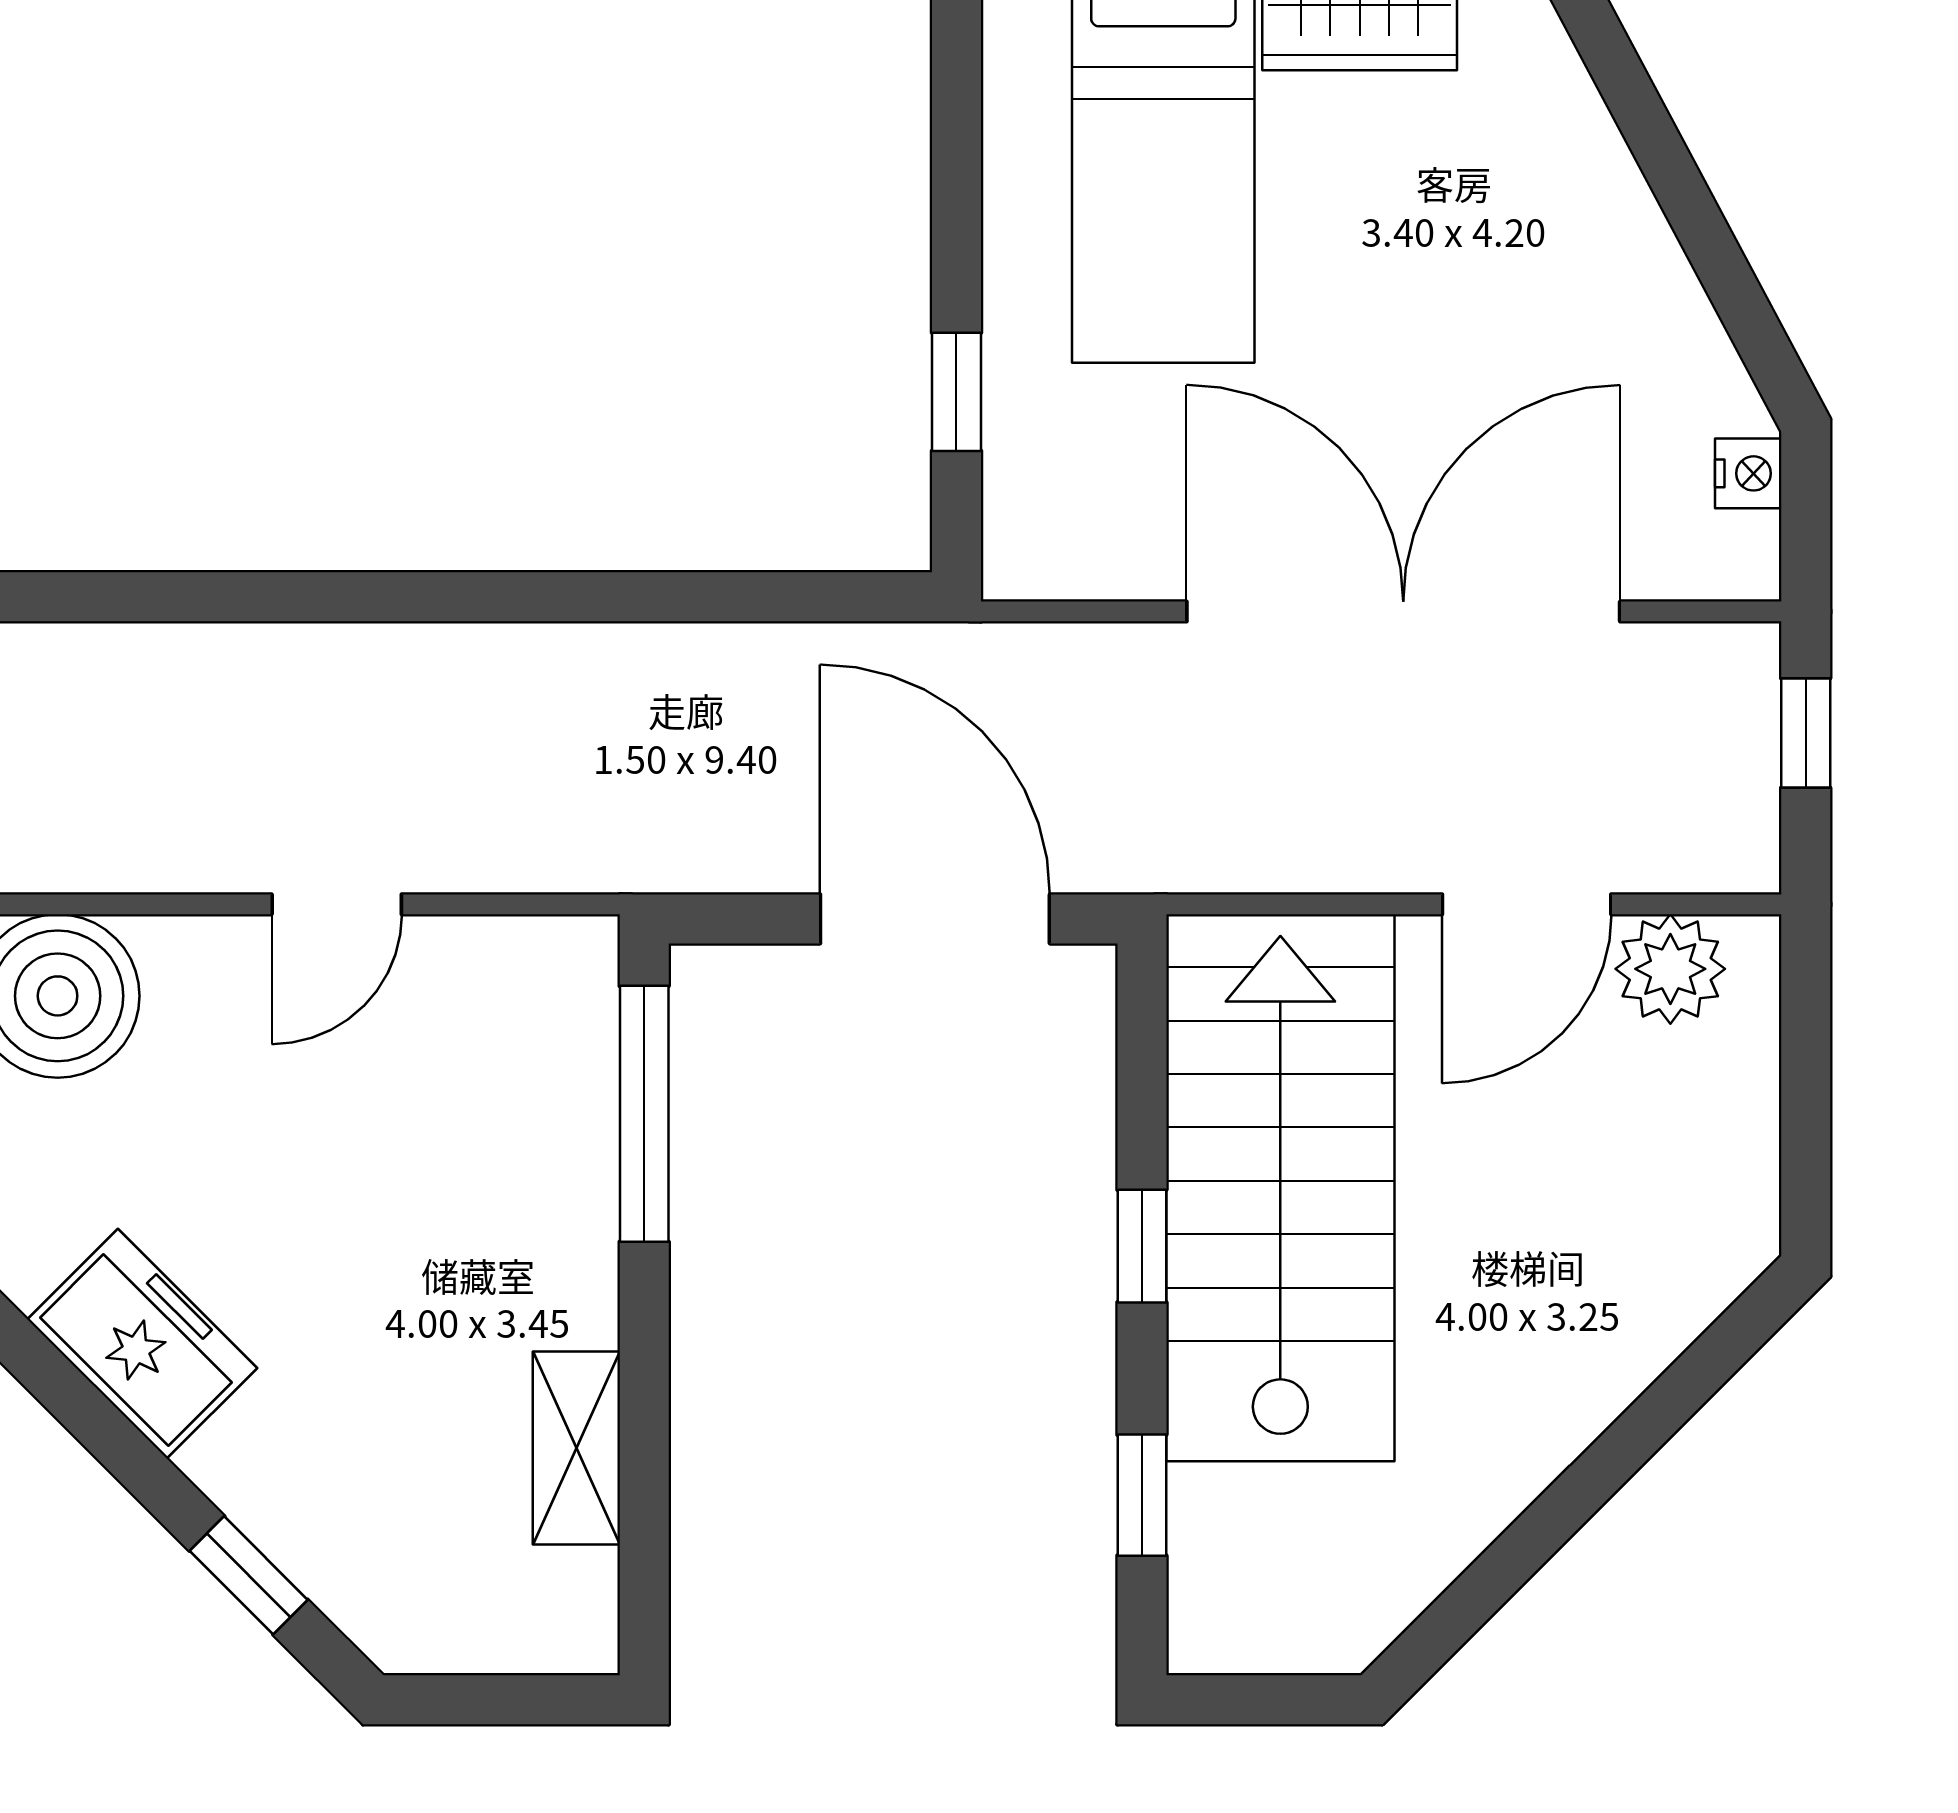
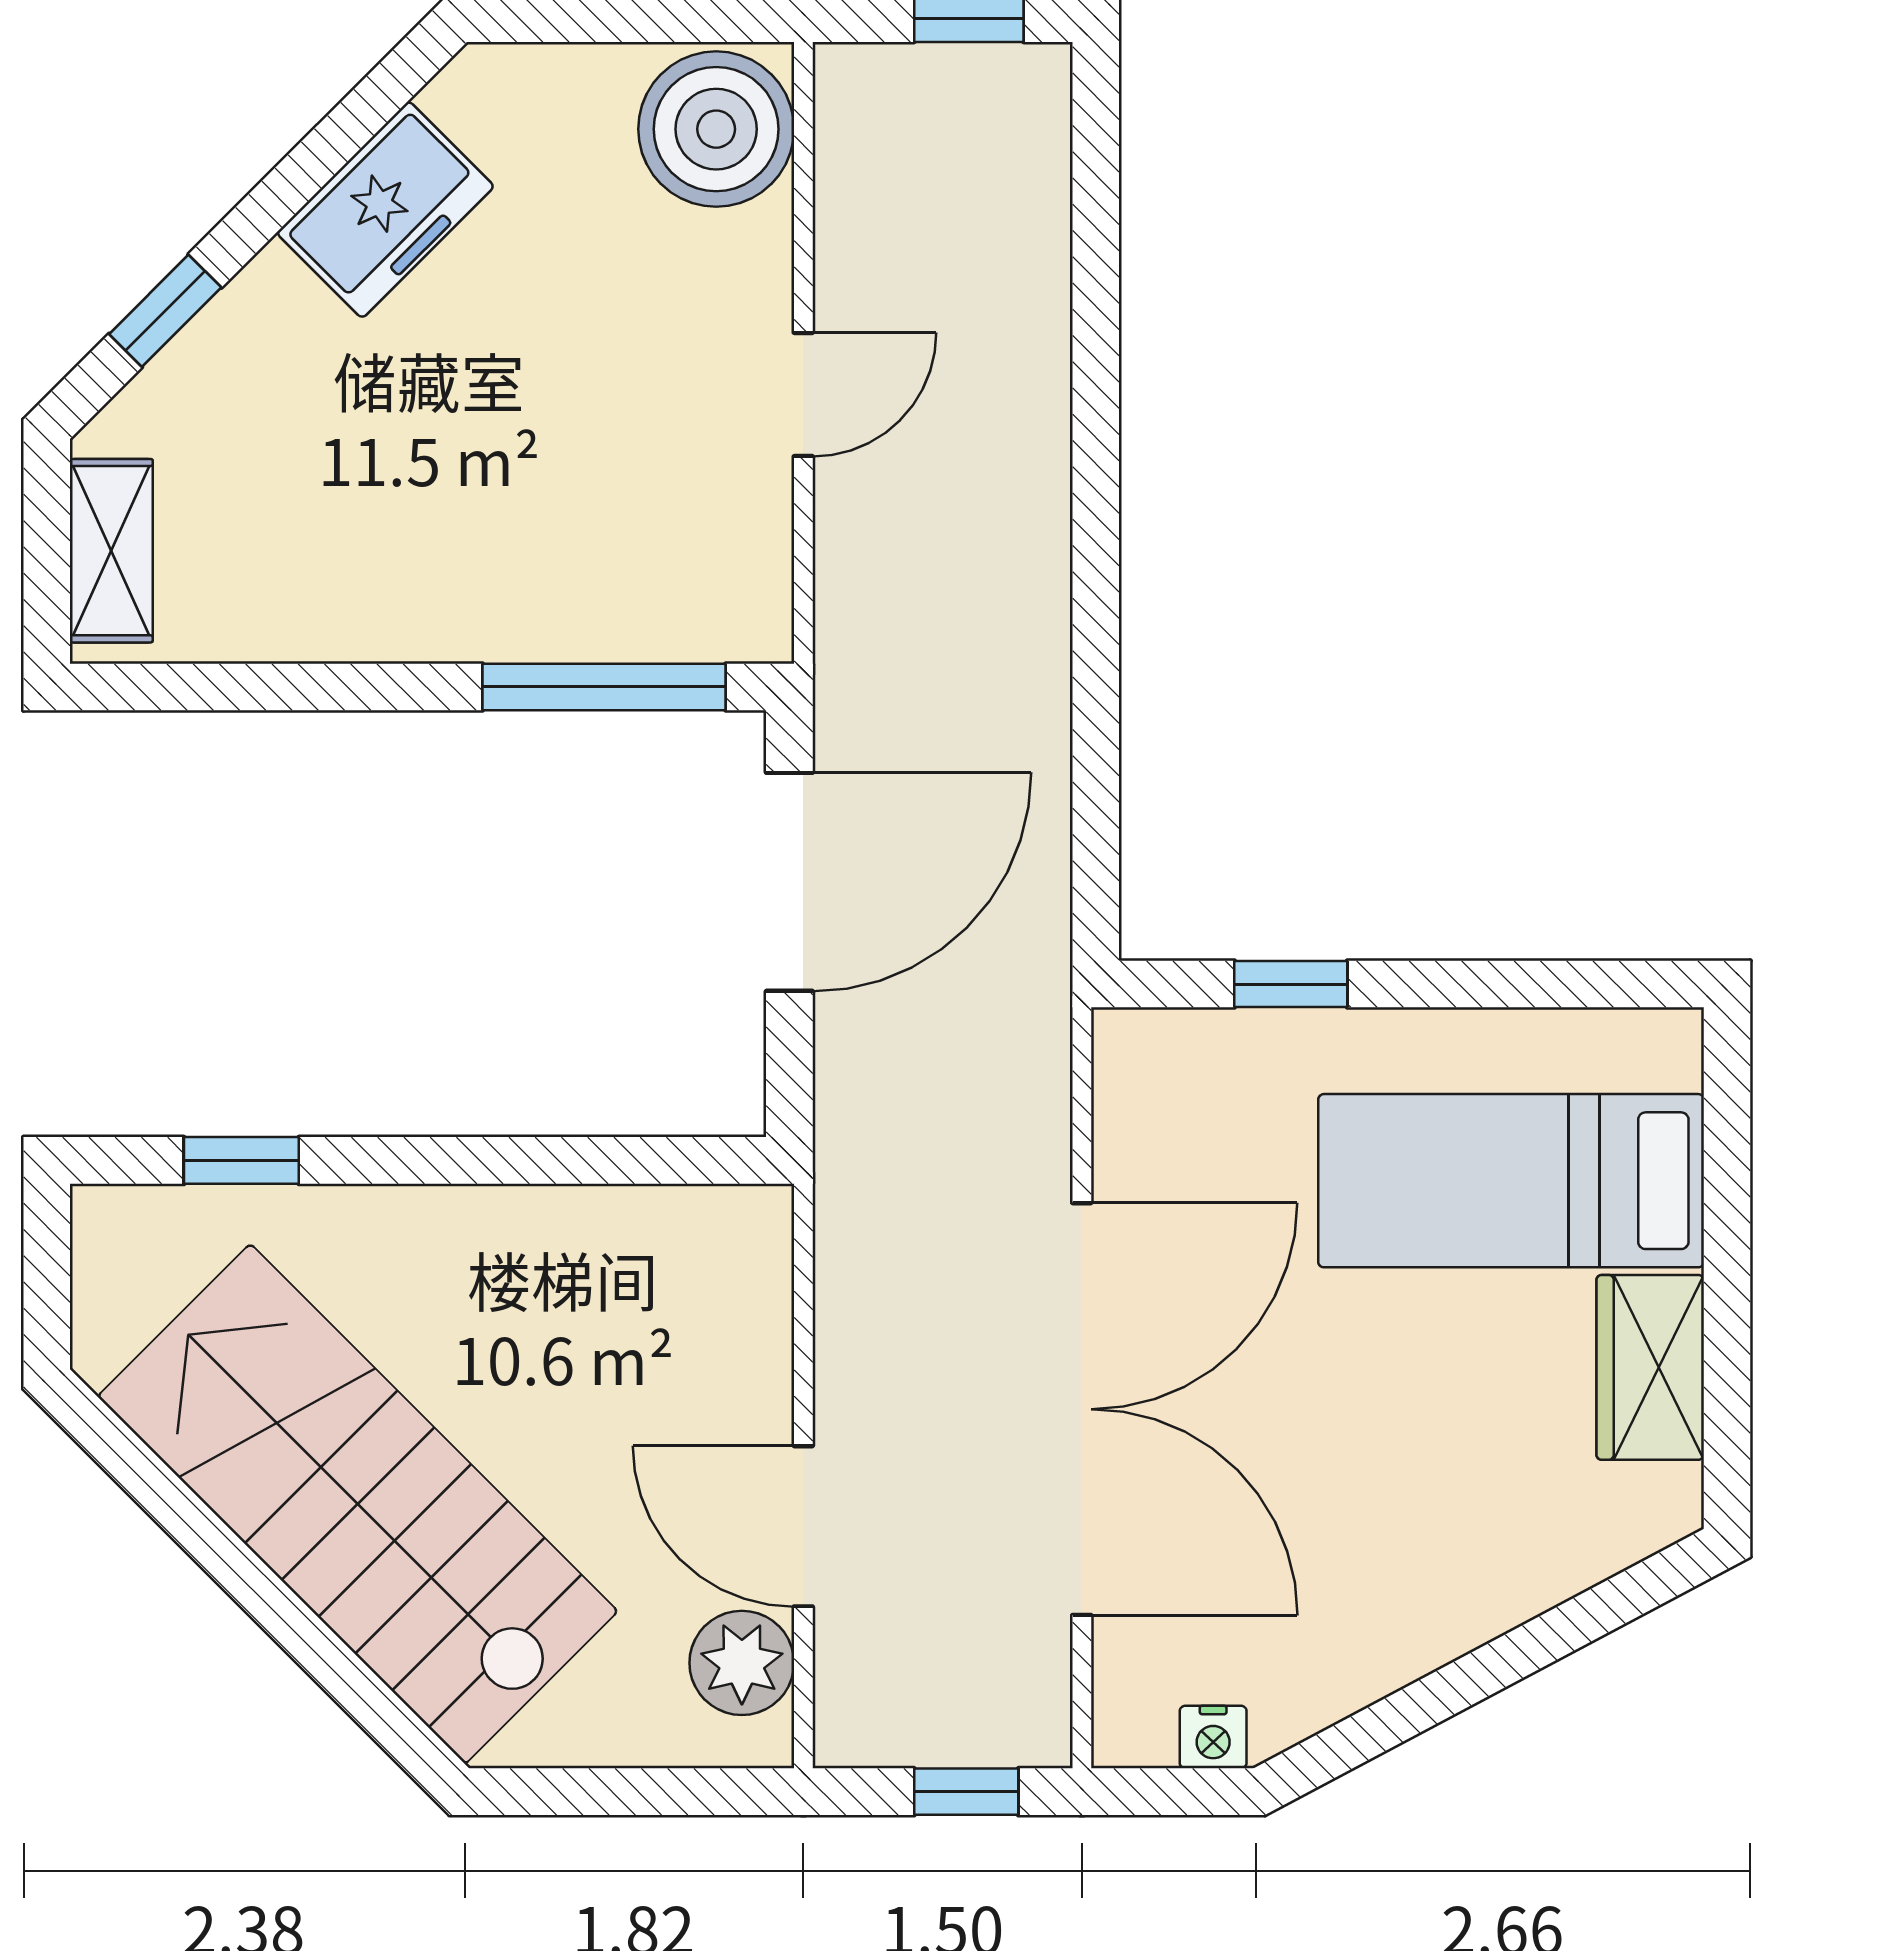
door: (337, 904) -> (803, 395), swing flipped
door: (935, 919) -> (789, 882), moved
stairs: (1280, 1188) -> (358, 1504), moved, turned -135
window: (1142, 1246) -> (478, 1160), removed
shelving: (576, 1448) -> (111, 551), moved, turned 90

